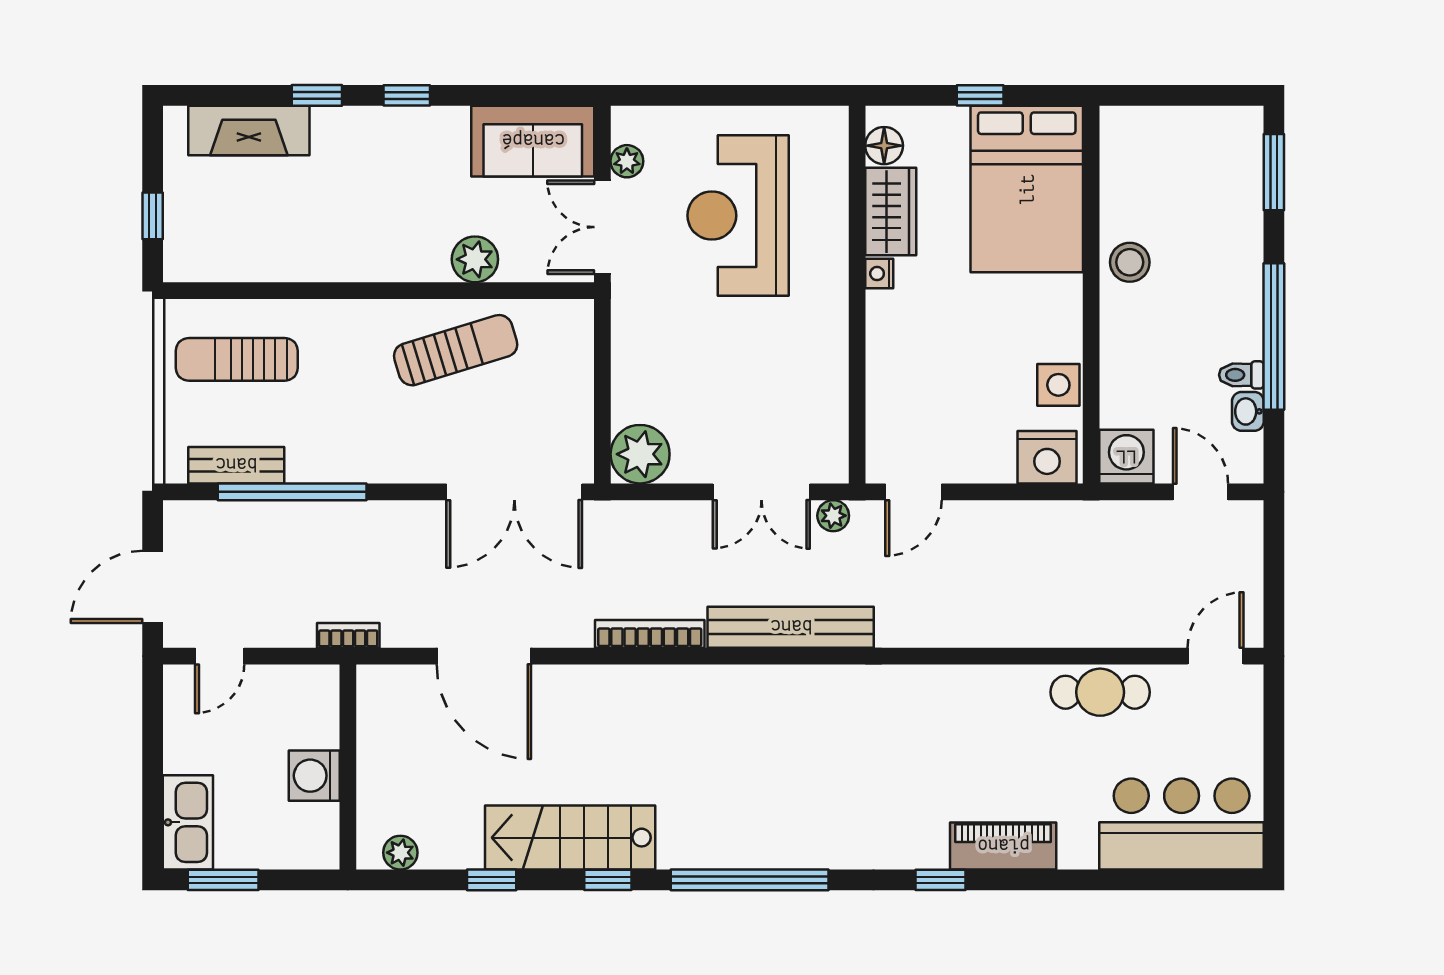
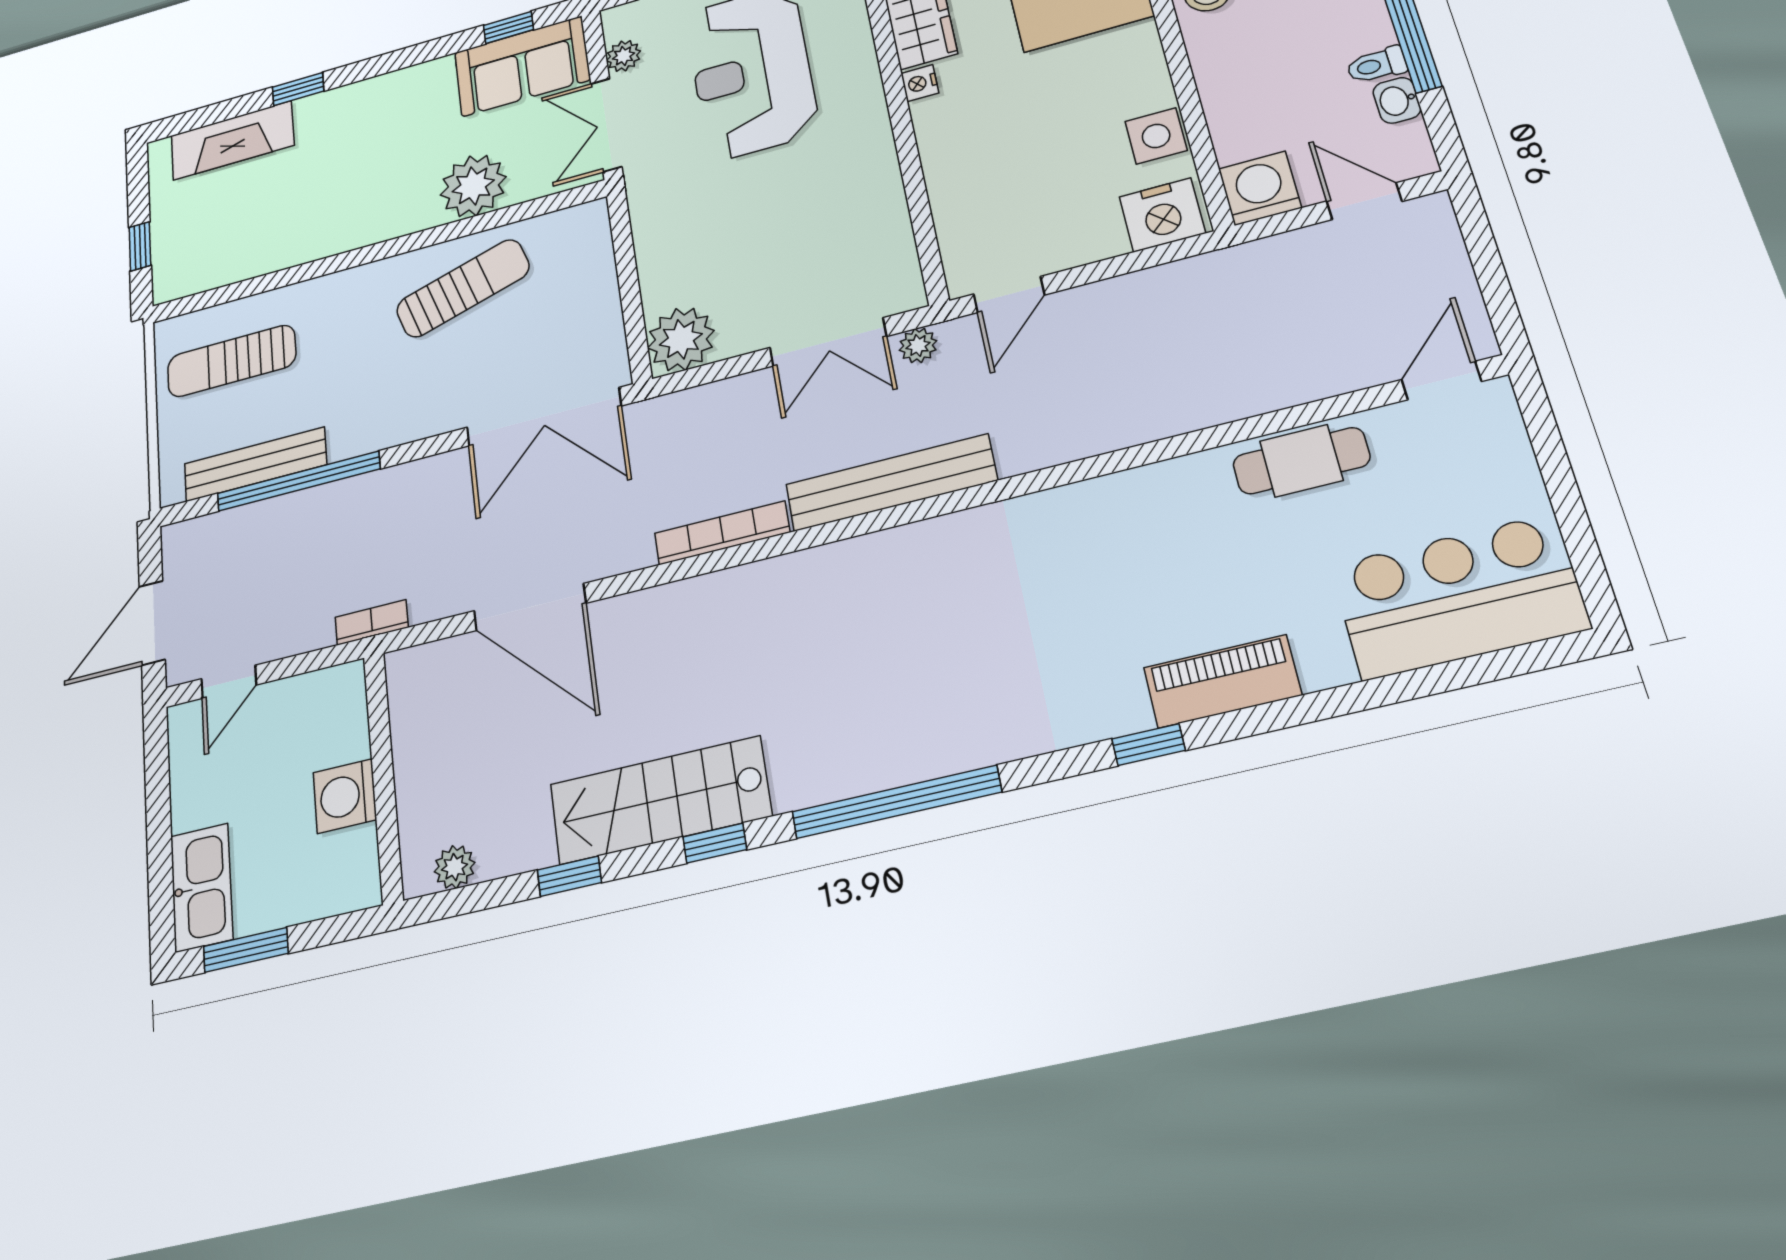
window: (407, 95) -> (508, 27), moved
plant: (475, 259) -> (473, 186), width x1.36, depth x1.36
bench: (236, 465) -> (255, 464), width x1.36

